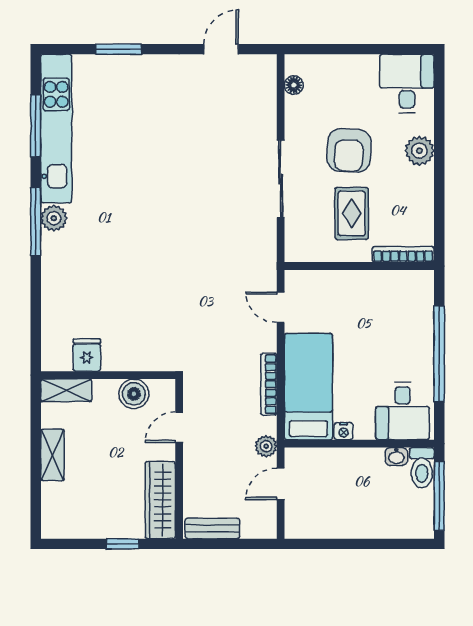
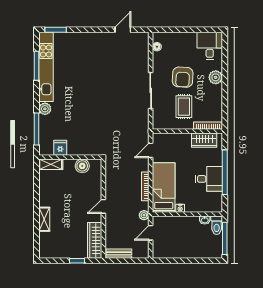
window: (119, 49) -> (56, 30), moved
window: (36, 221) -> (36, 129), moved
wardrobe: (395, 285) -> (204, 140), added
door: (281, 307) -> (151, 150), hinge flipped
fridge: (87, 355) -> (60, 148), moved
wall: (108, 375) -> (70, 157), moved
shelving: (66, 390) -> (51, 164), moved
boiler: (134, 394) -> (82, 166), moved
desk: (402, 411) -> (209, 179), moved, turned -90

